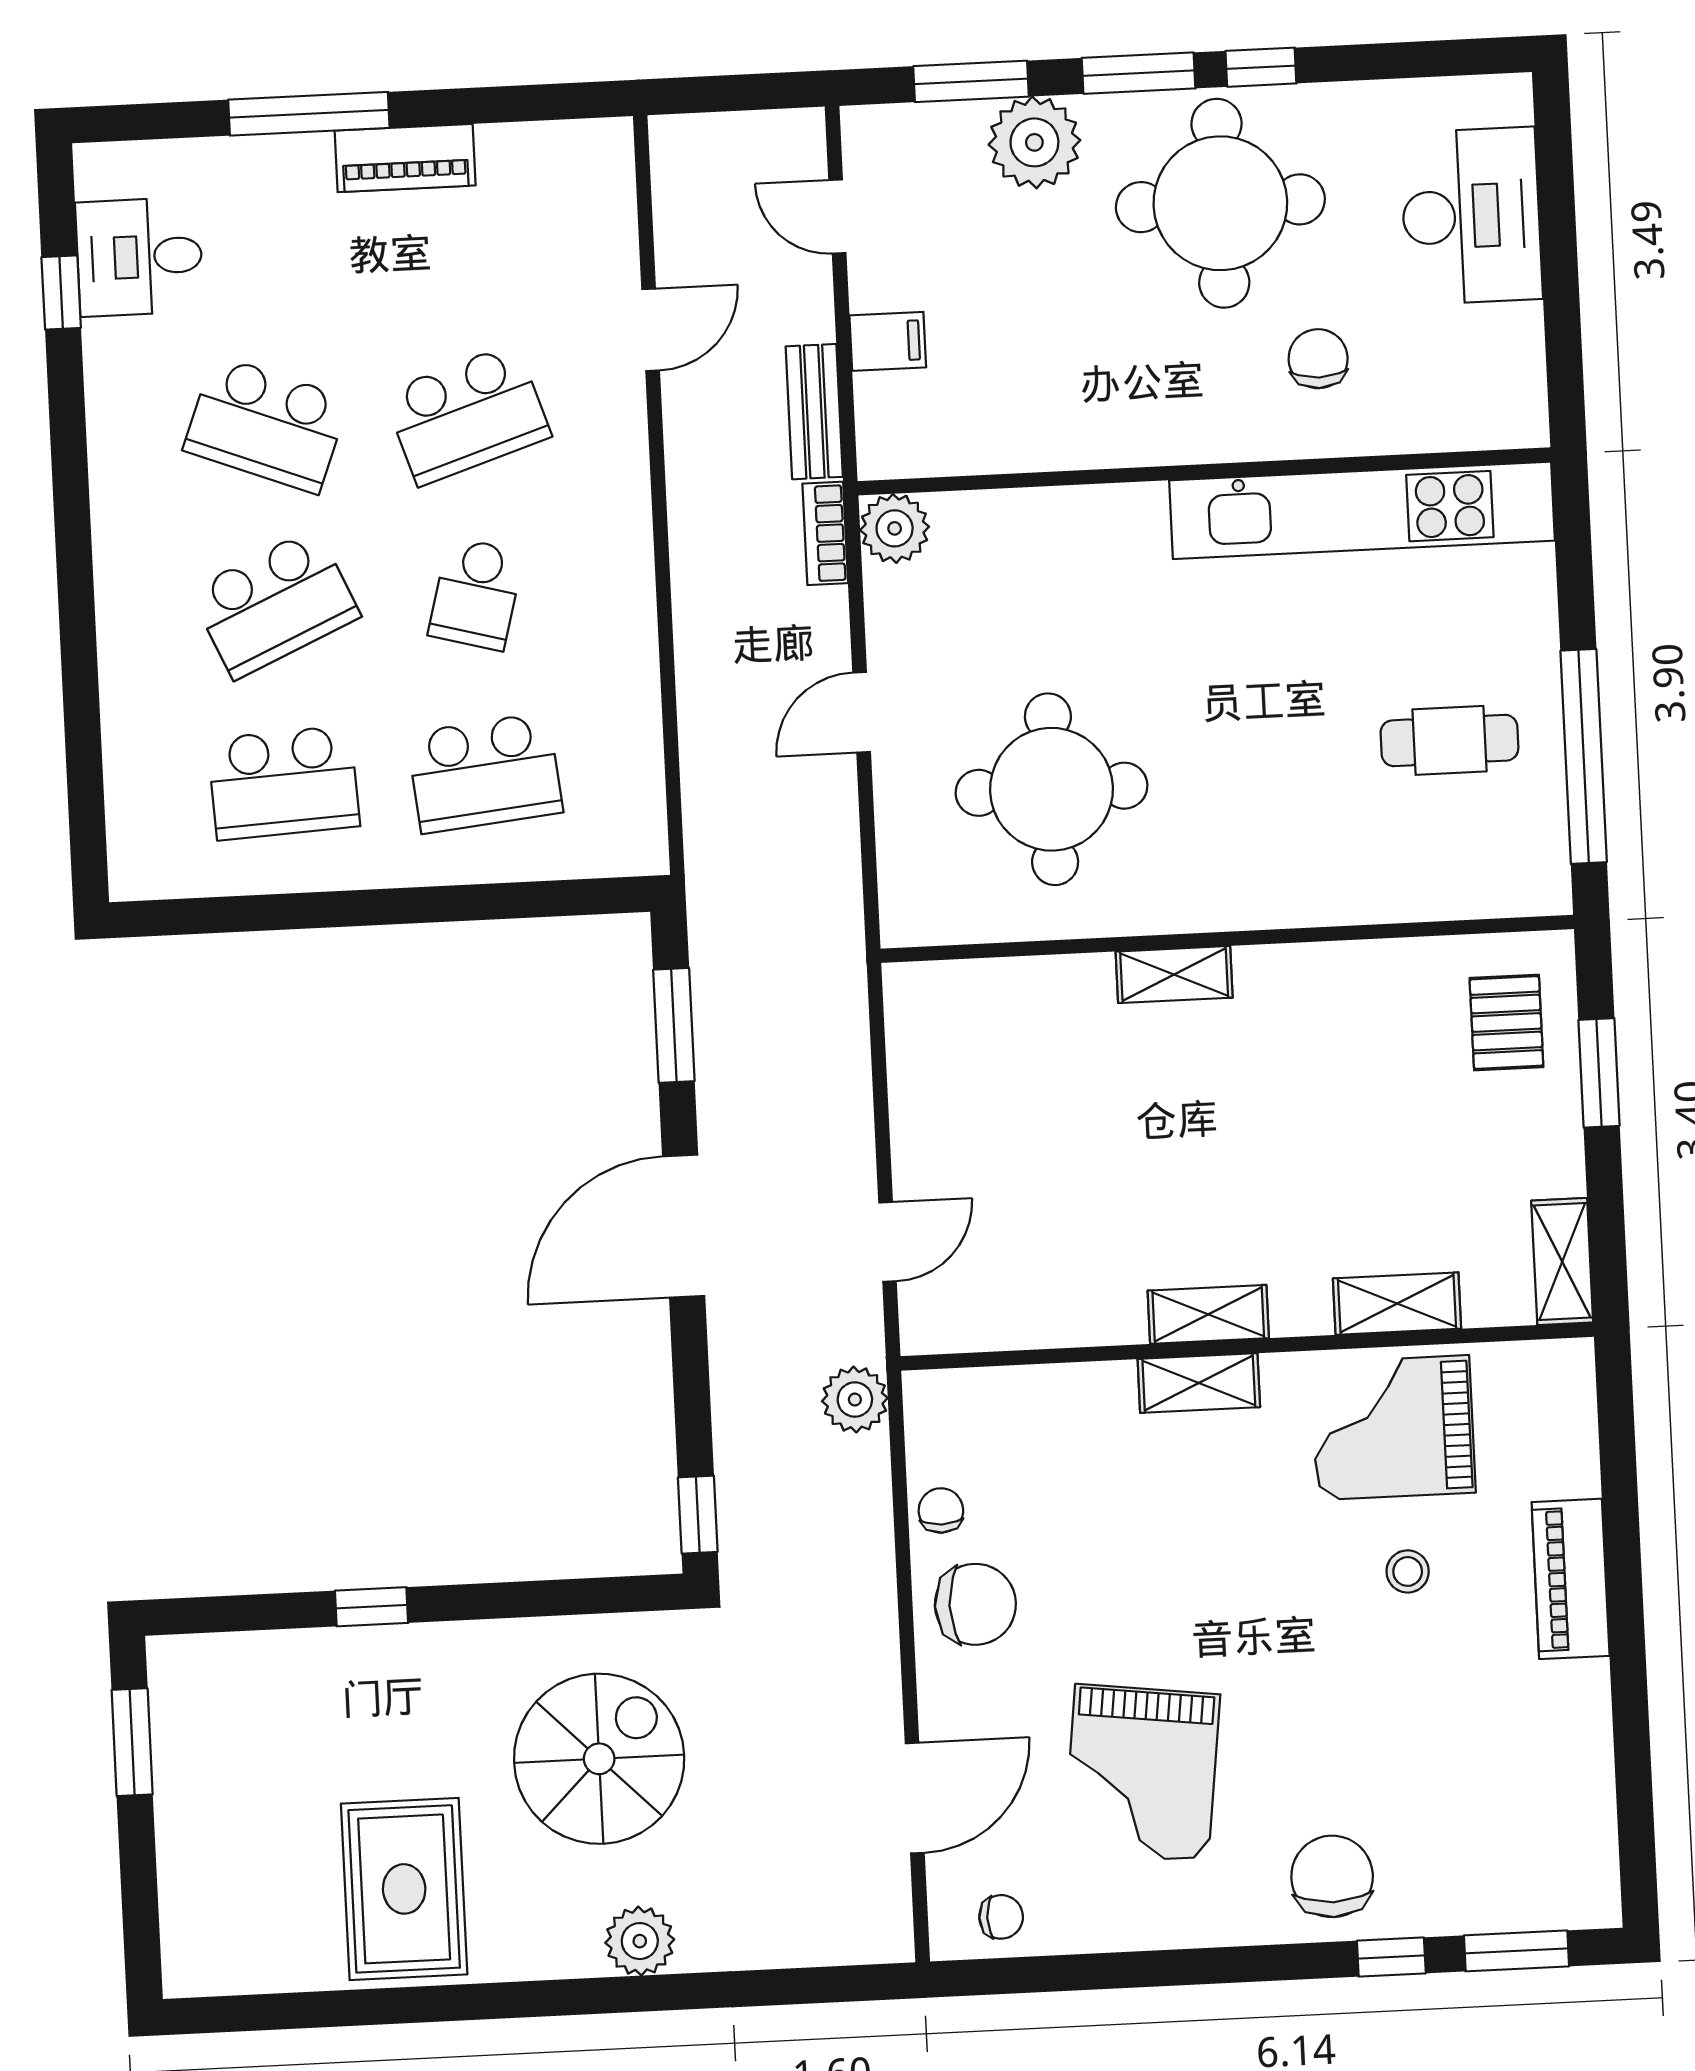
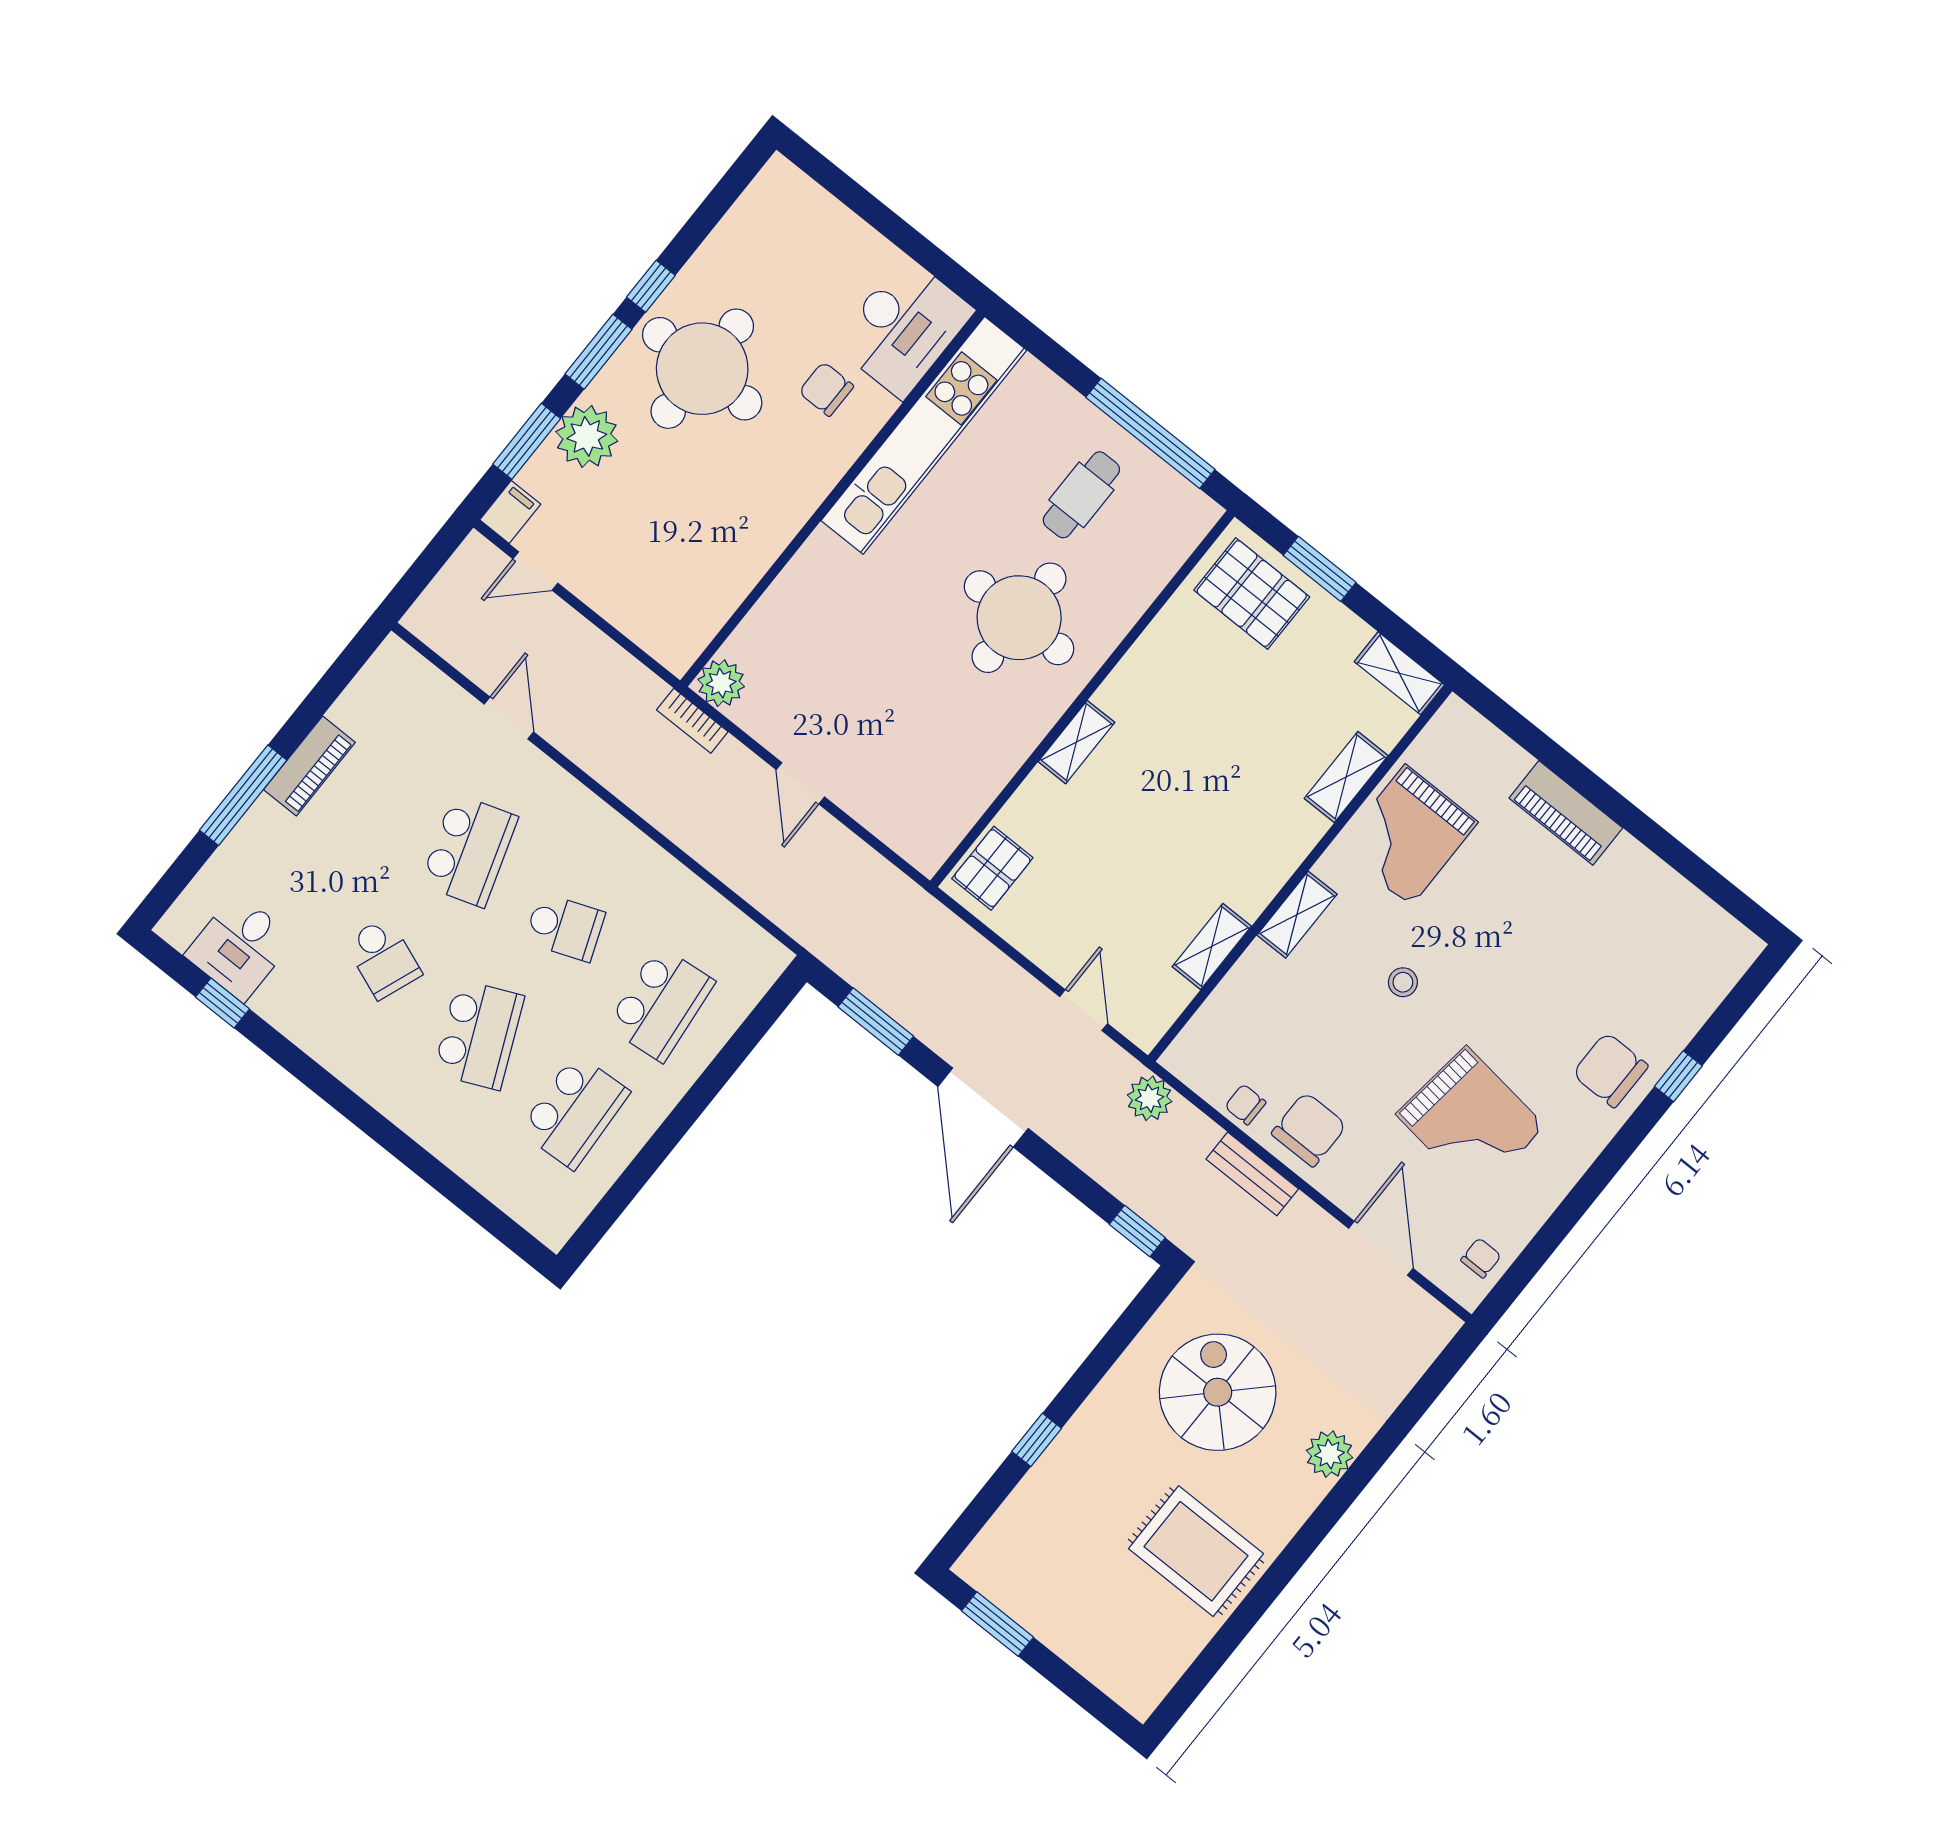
desk: (1471, 216) -> (904, 327), moved, turned 90
filing cabinet: (888, 341) -> (510, 512), moved
bench: (814, 412) -> (1252, 1174), moved
school desk: (266, 424) -> (383, 958), width x0.54
school desk: (476, 594) -> (565, 927), turned -36
round table: (1051, 789) -> (1019, 618), moved
pallet: (955, 1005) -> (992, 868), added
pallet: (1506, 1022) -> (1252, 594), width x1.50, depth x1.42
shelving: (1208, 1314) -> (1212, 946), moved
stool: (1408, 1571) -> (1403, 982), moved
window: (1516, 1951) -> (1732, 1009), removed

